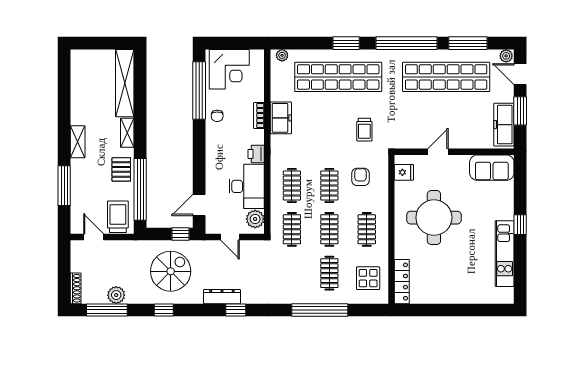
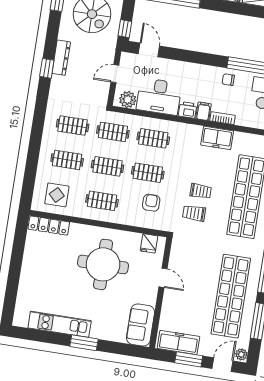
trolley: (340, 126) -> (201, 191), added
filing cabinet: (255, 137) -> (203, 111), added
armchair: (361, 177) -> (151, 203), turned -90
window: (520, 225) -> (84, 343), width x1.50
clothes rail: (292, 273) -> (73, 126), added
window: (320, 310) -> (35, 146), removed

